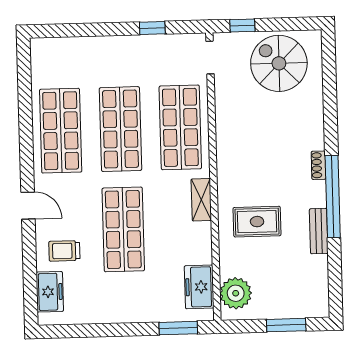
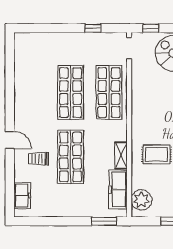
shop shelf: (61, 131) -> (32, 93), removed
shelving: (201, 200) -> (121, 155), moved
trolley: (64, 251) -> (38, 159), moved
freezer: (199, 287) -> (118, 190), width x1.40

